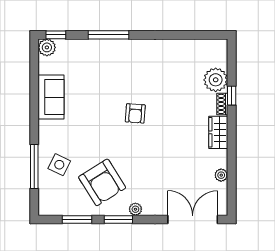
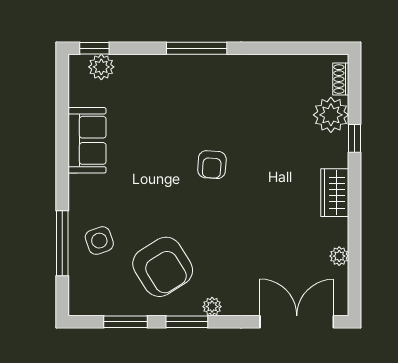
window: (109, 35) -> (197, 48), moved
plant: (47, 47) -> (101, 67), moved
shoe rack: (222, 104) -> (341, 79), moved
side table: (59, 165) -> (99, 241), turned 45

